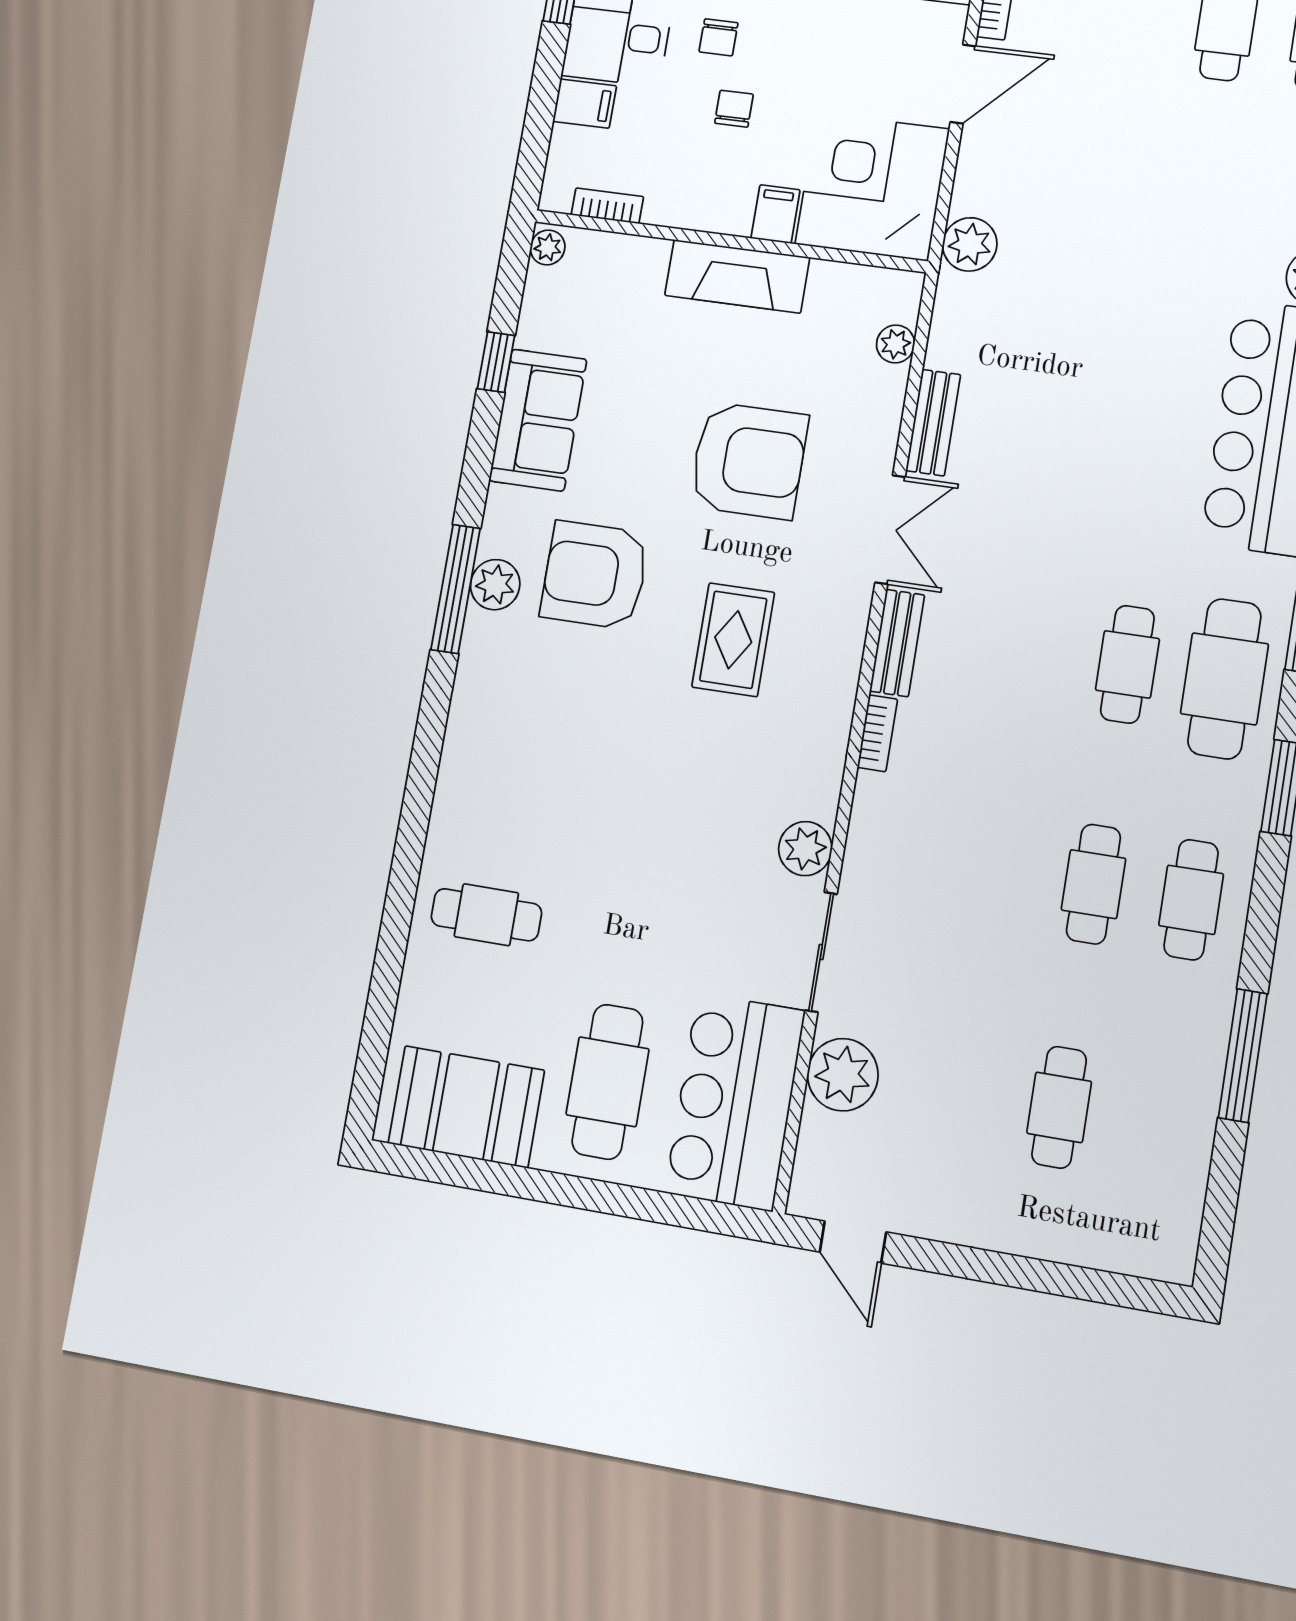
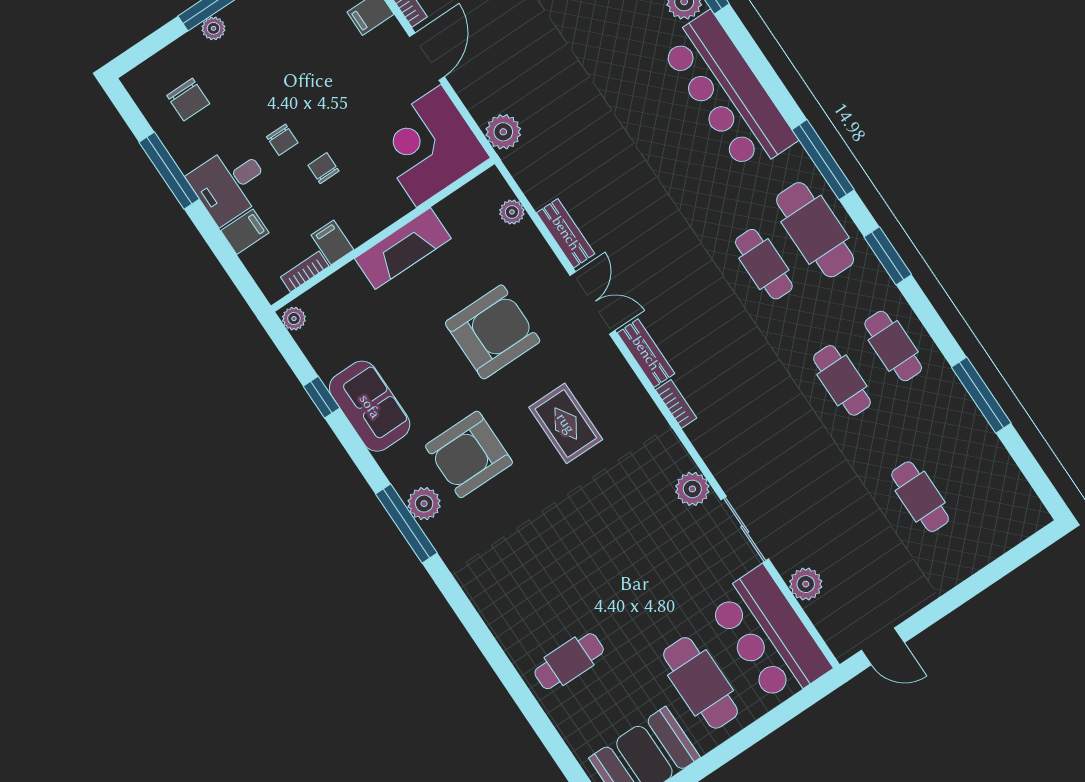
filing cabinet: (775, 214) -> (332, 242), moved
plant: (843, 1075) -> (806, 584), width x0.73, depth x0.73

